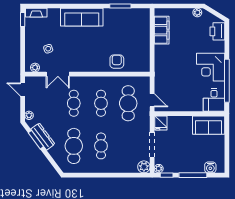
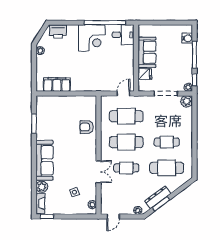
plant: (54, 14) -> (42, 187), added
double door: (58, 74) -> (99, 172), moved
cafe table: (101, 103) -> (126, 142), width x1.37, depth x1.35
fridge: (161, 123) -> (145, 74), moved
sofa: (209, 125) -> (147, 52), moved

